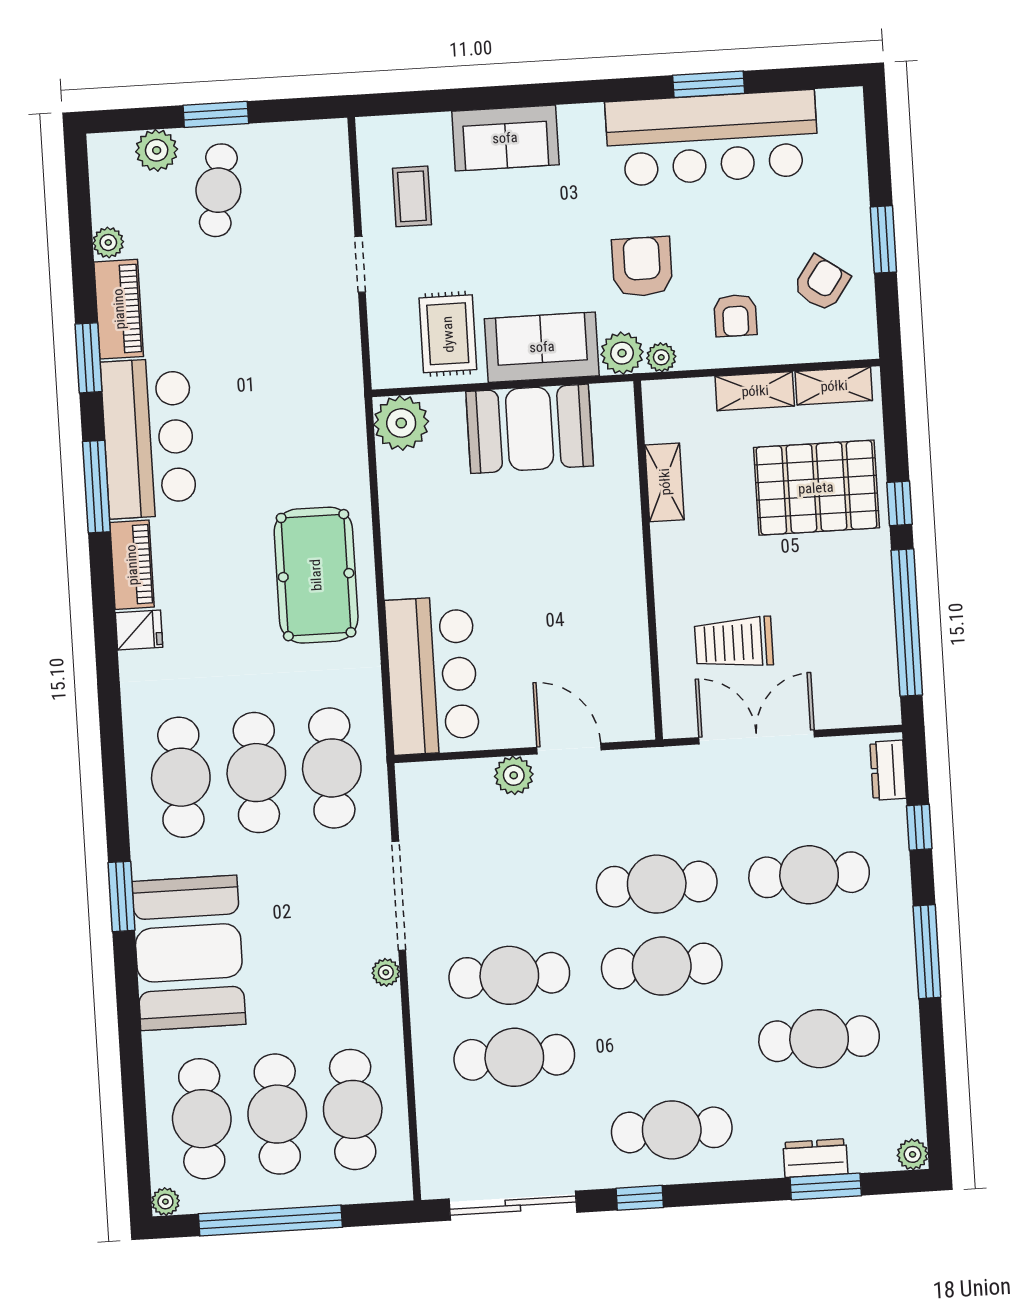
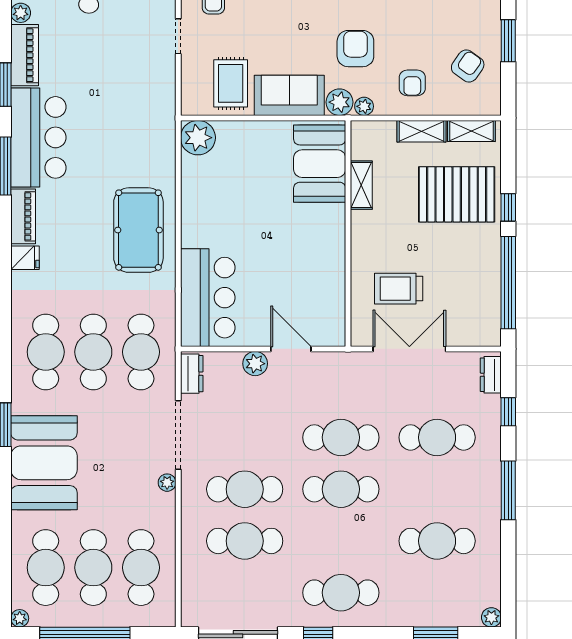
booth: (530, 429) -> (320, 164), moved, turned 90
dresser: (815, 1158) -> (192, 374), moved, turned 90

